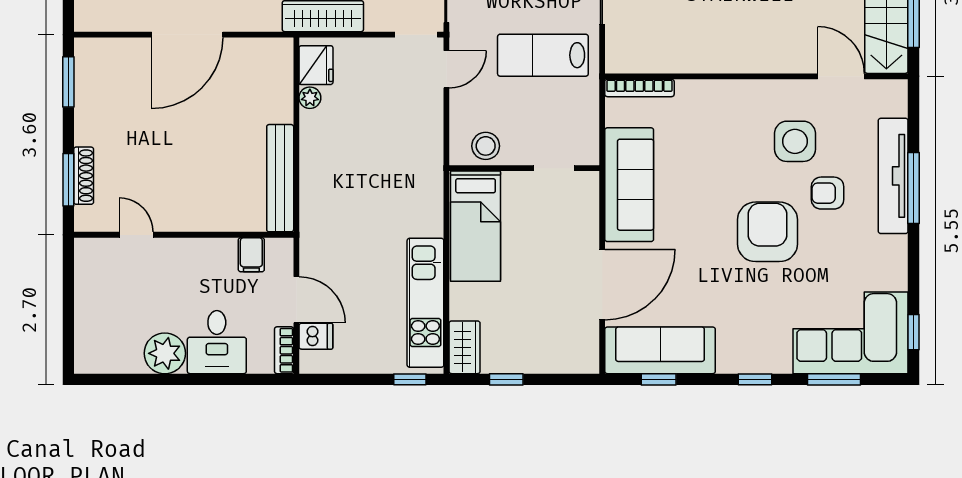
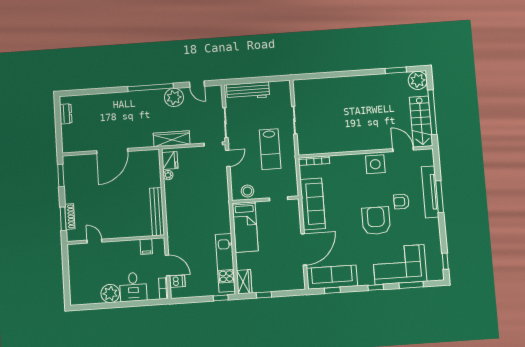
lab bench: (543, 55) -> (270, 149), turned -90
side table: (795, 141) -> (375, 164), moved
corner sofa: (851, 333) -> (400, 265), moved

